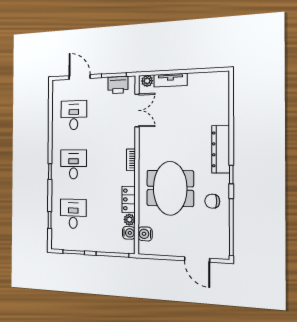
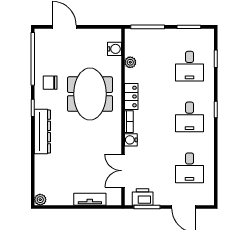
plant: (147, 81) -> (40, 200), moved
locker: (129, 199) -> (131, 97), moved
chair: (212, 201) -> (50, 83), turned 180
water cooler: (129, 233) -> (131, 140), moved

